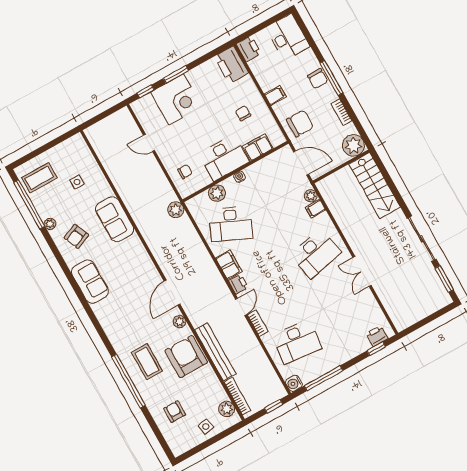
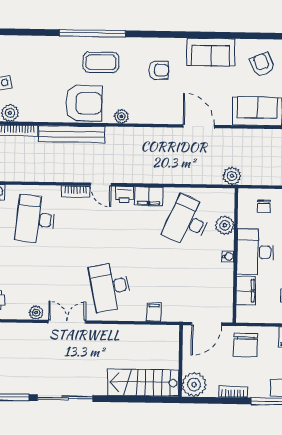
plant: (311, 196) -> (36, 313), moved
door: (172, 293) -> (199, 126), moved
armchair: (175, 412) -> (159, 70), moved

